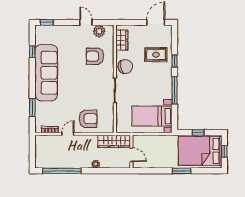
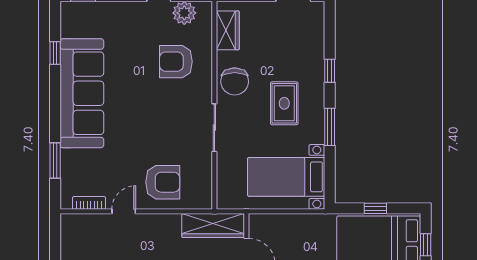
rug: (156, 55) -> (284, 103), moved, turned 90
chair: (125, 67) -> (235, 81), turned 102
window: (175, 90) -> (330, 127), width x0.69

